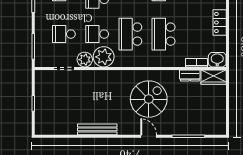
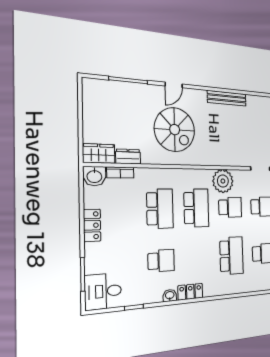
plant: (85, 60) -> (241, 178), removed
spiral stairs: (149, 99) -> (175, 130), turned -90
door: (149, 136) -> (174, 85), hinge flipped

